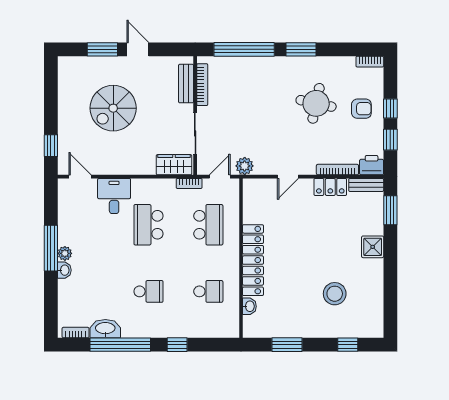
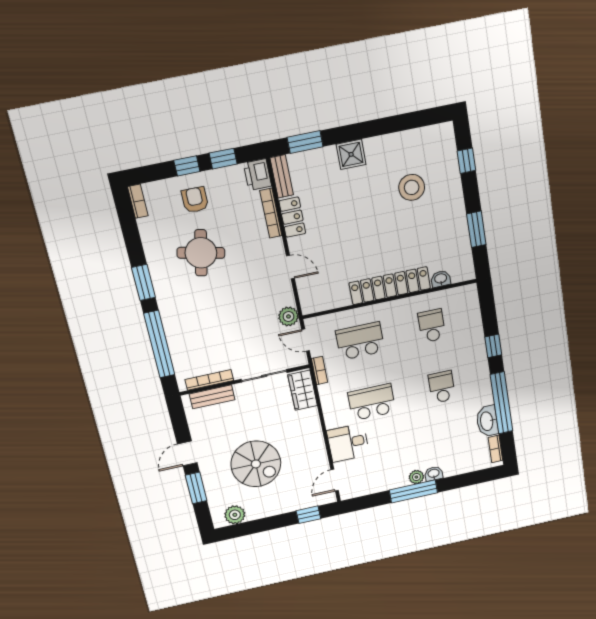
plant: (67, 78) -> (235, 515), added
school desk: (148, 225) -> (372, 402), turned 180

